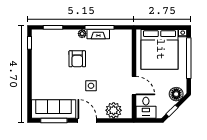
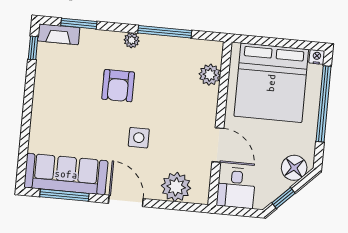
fireplace: (98, 34) -> (59, 34), moved
plant: (126, 48) -> (210, 75), added

